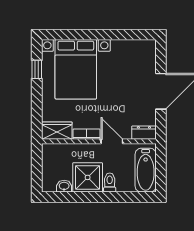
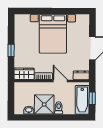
window: (37, 69) -> (11, 50), moved
bed with nightstands: (76, 69) -> (53, 34), moved
window: (161, 168) -> (92, 98), added

